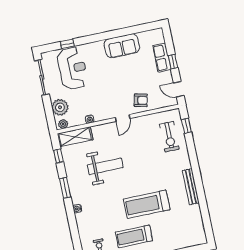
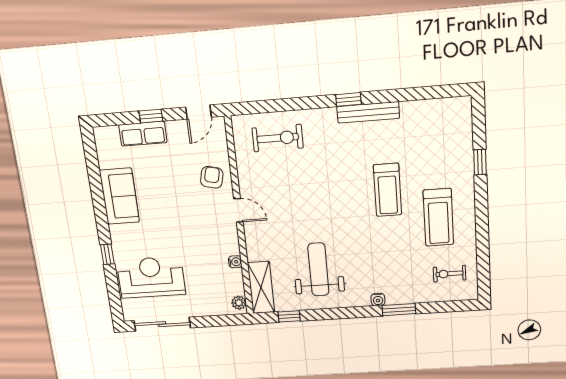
window: (67, 44) -> (107, 254), moved
plant: (60, 107) -> (212, 304), removed
window: (186, 126) -> (348, 99), moved
weight bench: (105, 166) -> (318, 269), moved
window: (65, 188) -> (399, 310), moved
treadmill: (147, 204) -> (387, 190), width x0.73, depth x0.73

